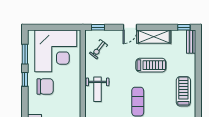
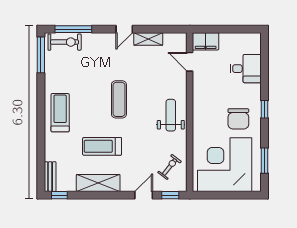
door: (130, 27) -> (144, 195), moved
window: (25, 79) -> (264, 109), moved
chair: (45, 86) -> (238, 119), turned -90
treadmill: (183, 91) -> (60, 113), turned 180

